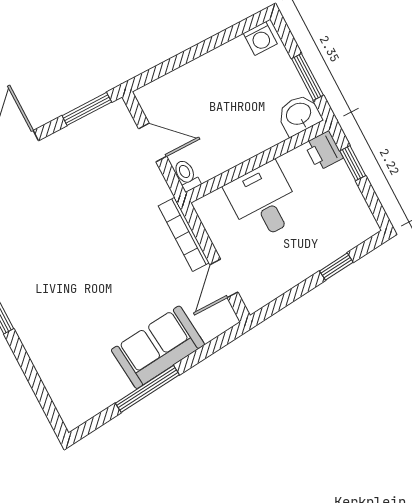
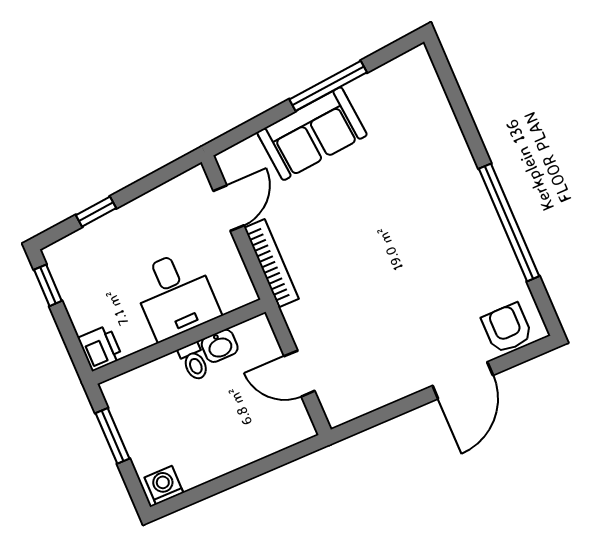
window: (87, 109) -> (373, 419), removed
washbasin: (299, 115) -> (220, 346), moved, width x0.72, depth x0.69
window: (353, 163) -> (48, 285), moved
toilet: (187, 175) -> (194, 362), moved

